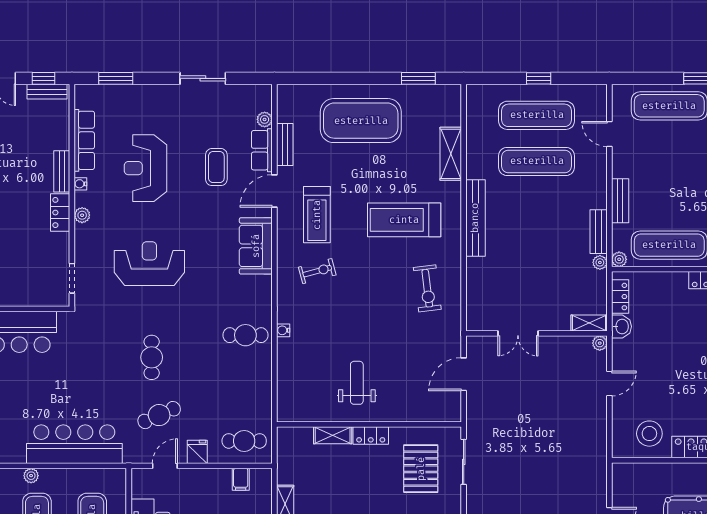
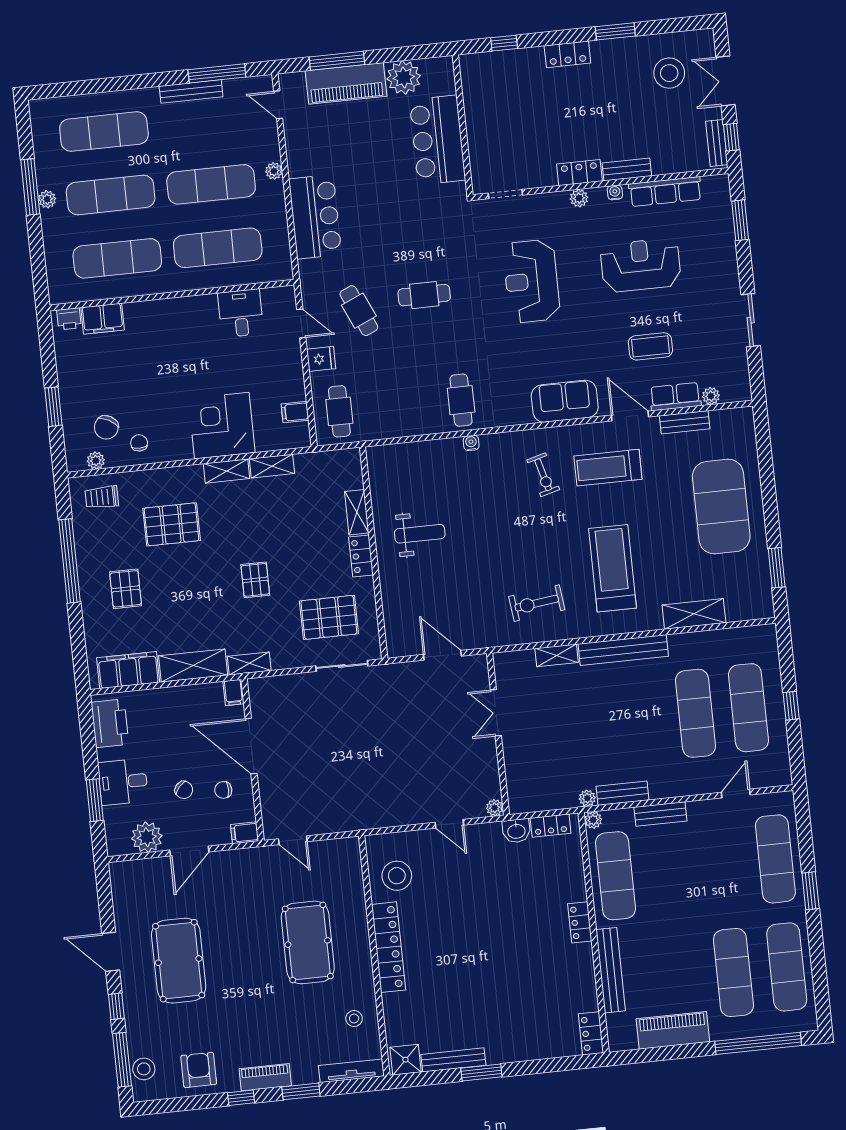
reception desk: (149, 264) -> (531, 281), turned 180
shelving: (589, 323) -> (557, 655), moved, turned 90
bar counter: (74, 444) -> (315, 217), width x0.73

